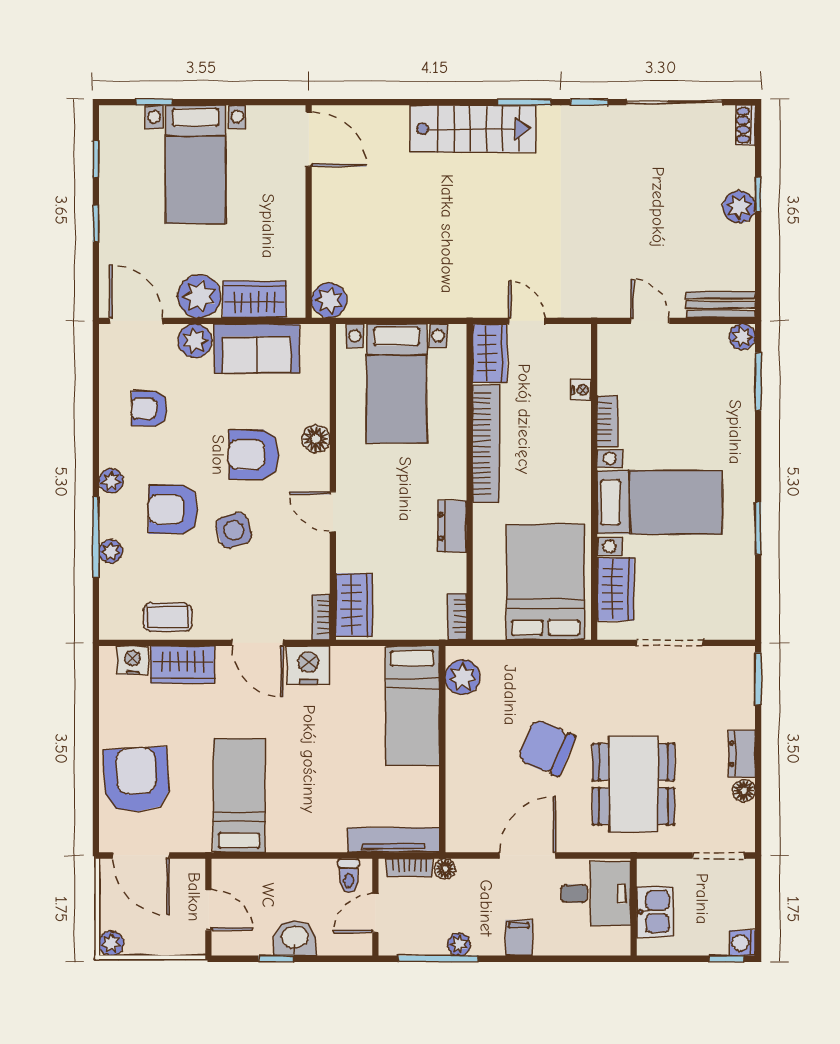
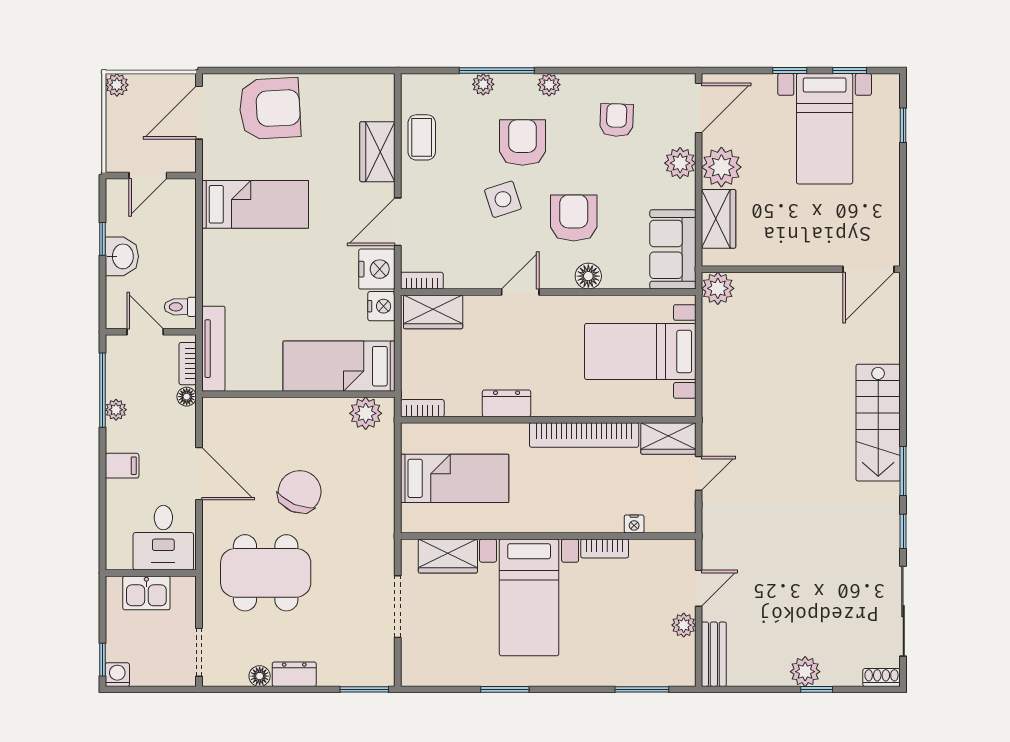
bed with nightstands: (196, 164) -> (825, 129), moved, turned -90
plant: (742, 337) -> (684, 625), moved
sofa: (257, 348) -> (673, 249), moved
bed: (545, 582) -> (455, 478), width x0.67
nightstand: (132, 660) -> (381, 306), moved

